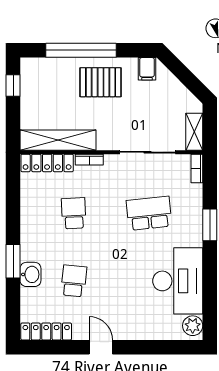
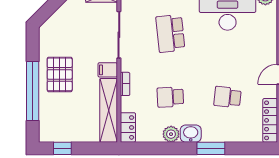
filing cabinet: (147, 69) -> (108, 70), moved, turned 180
locker: (47, 163) -> (128, 127), width x0.66
plant: (30, 214) -> (171, 134), added
washbasin: (30, 274) -> (191, 134), moved

